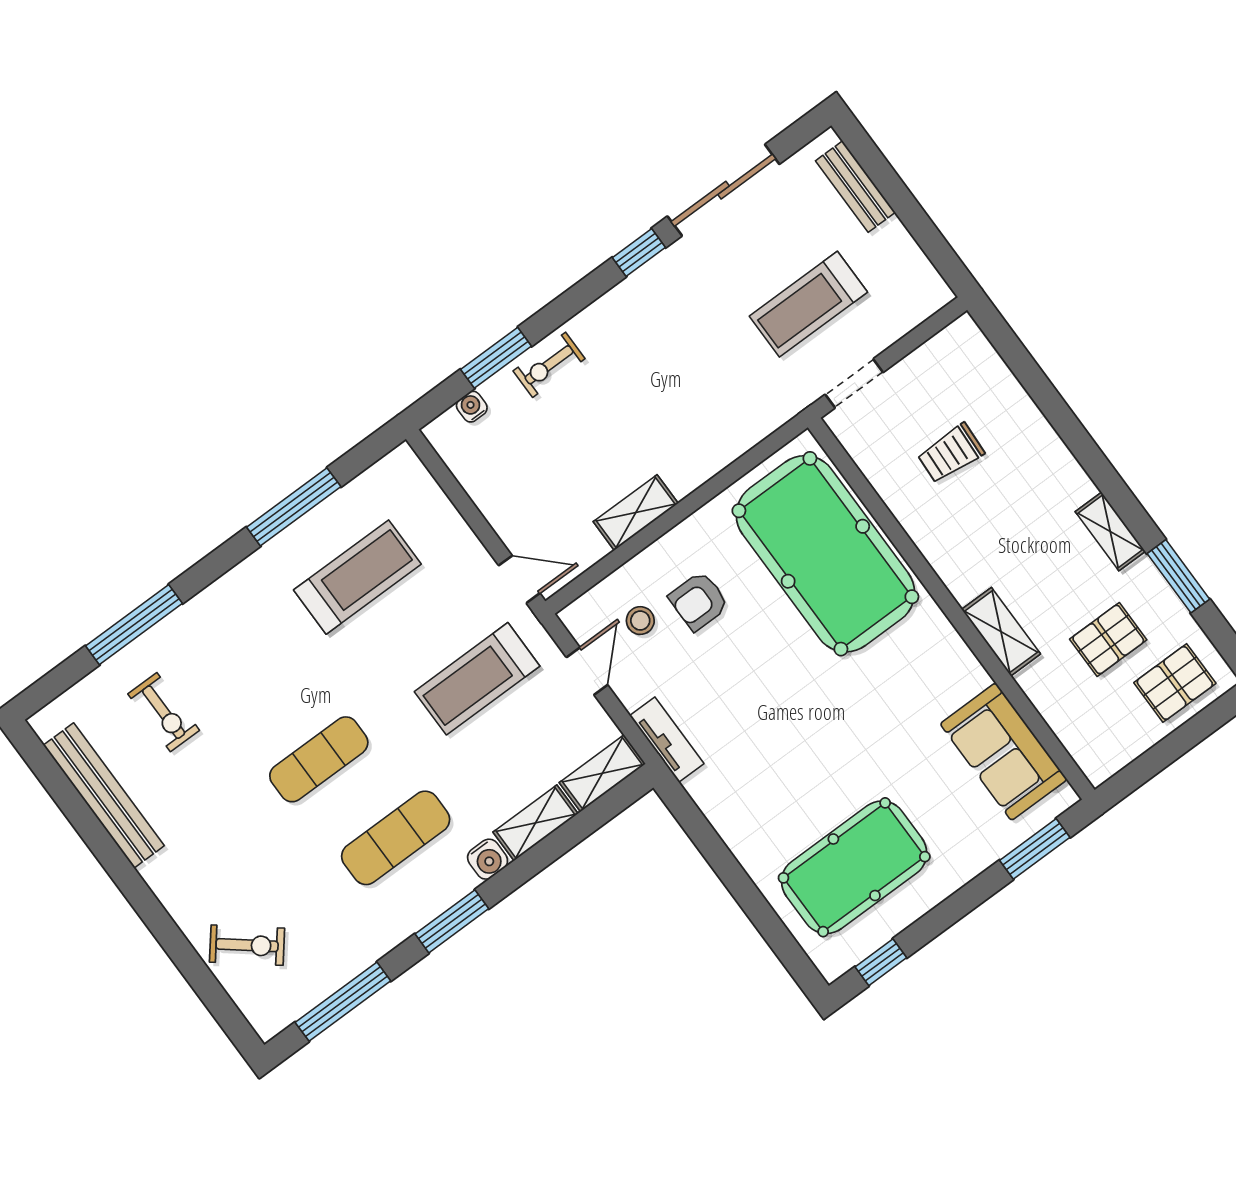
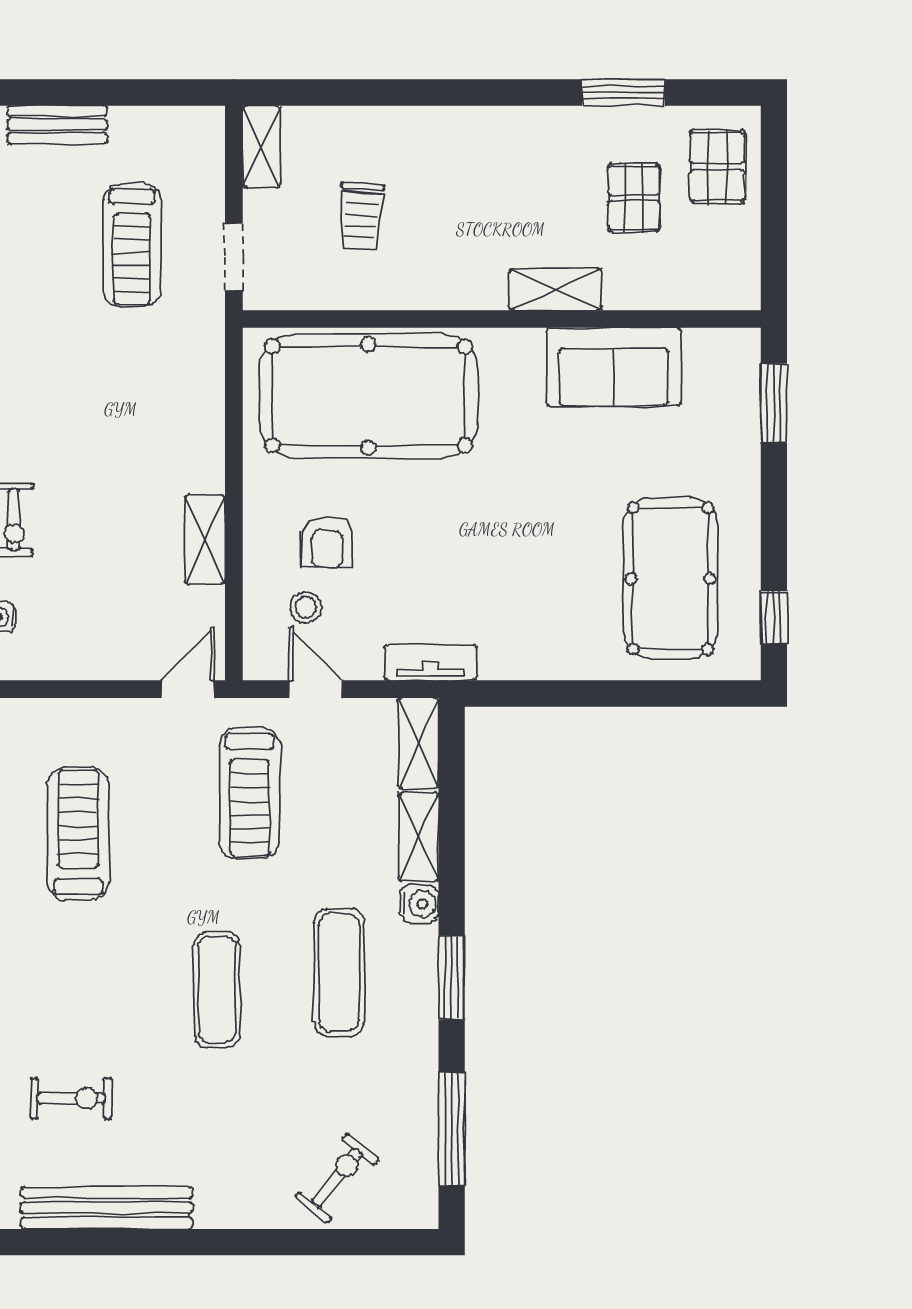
shelving: (1110, 531) -> (261, 147), moved, turned 90
sofa: (1004, 752) -> (614, 367), moved

